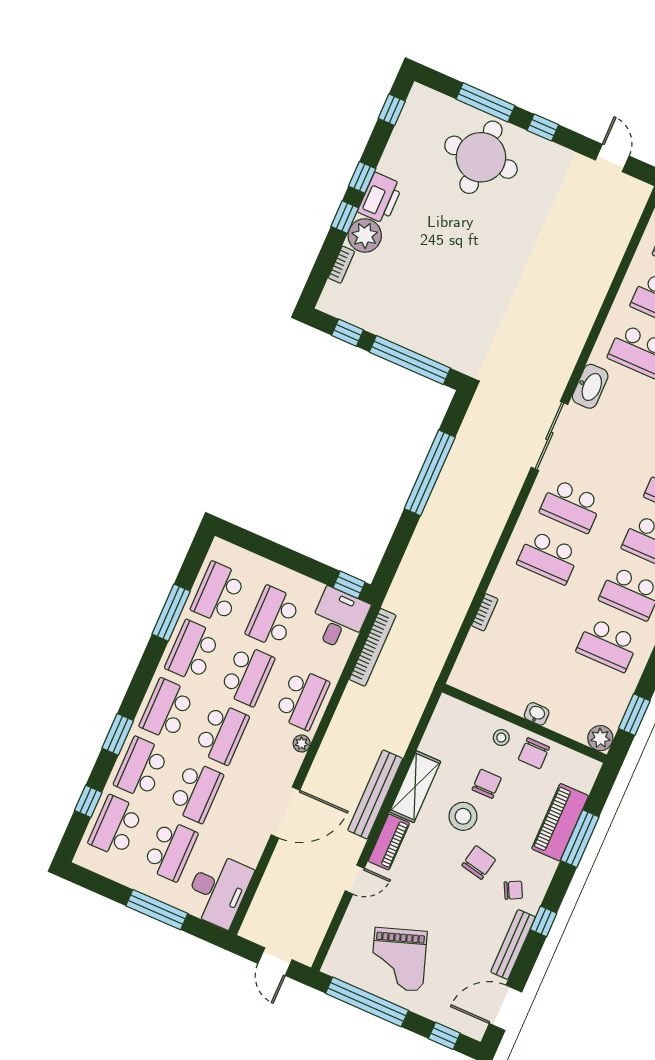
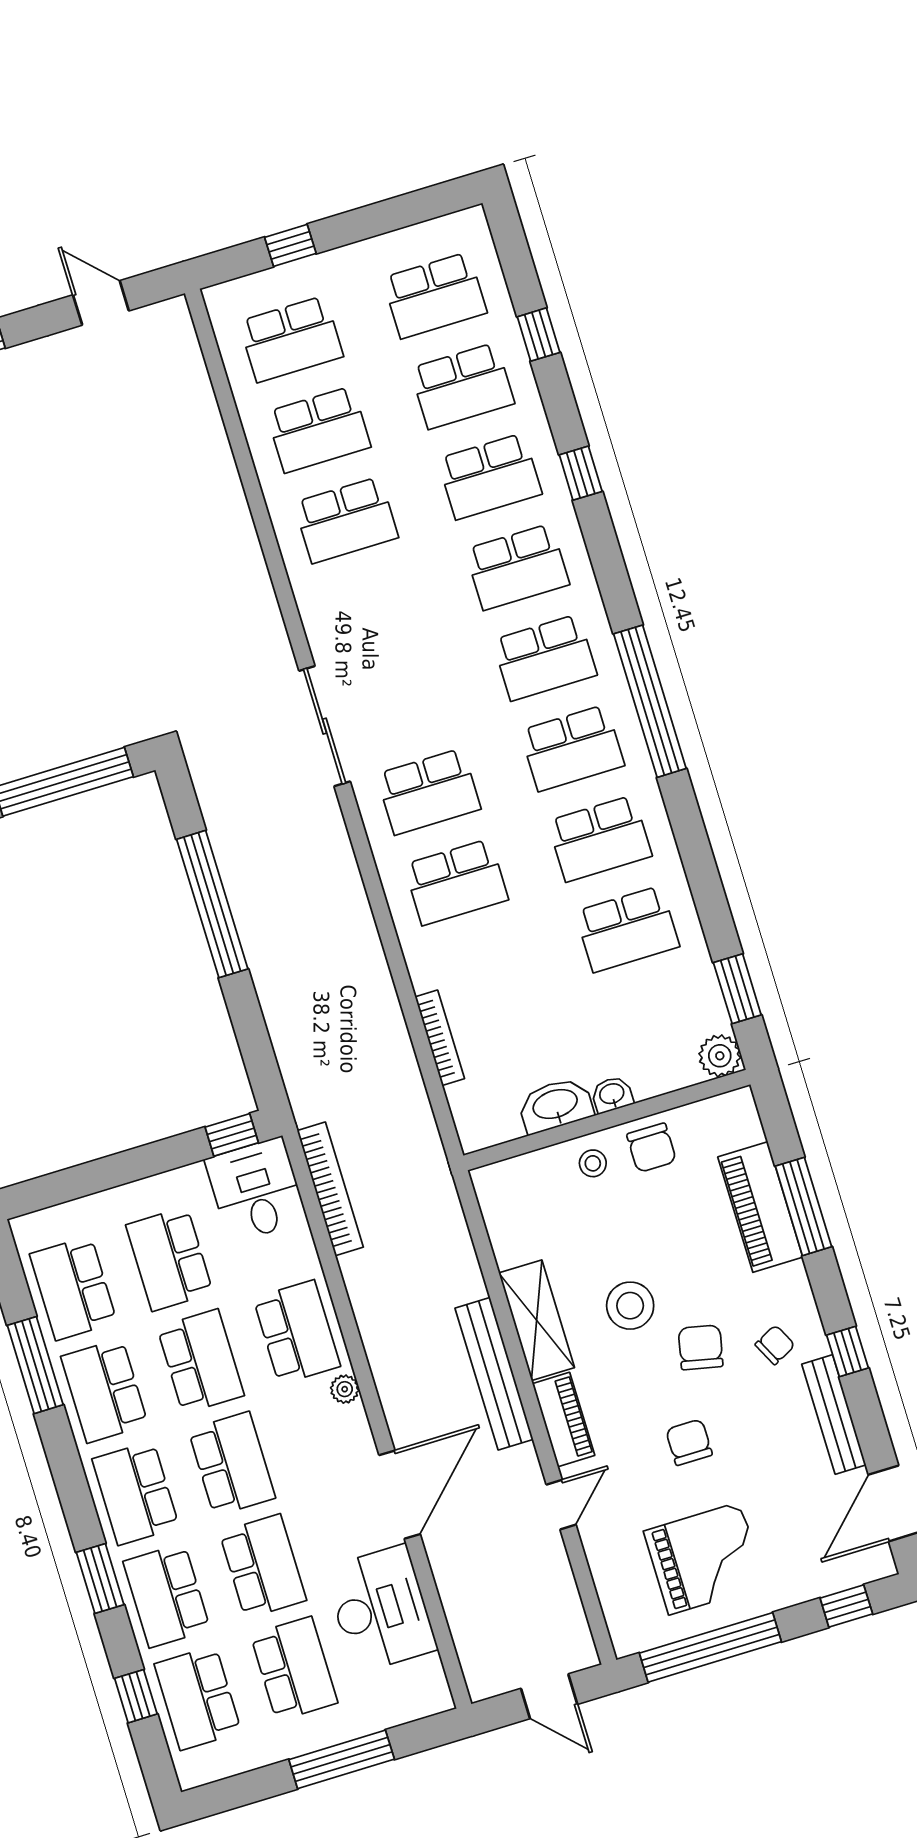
washbasin: (590, 386) -> (555, 1105), moved, turned -90
bookcase: (485, 612) -> (440, 1038), width x1.56
chair: (487, 784) -> (689, 1442), moved
desk: (218, 890) -> (381, 1609), moved
grand piano: (399, 959) -> (705, 1558), turned -71

